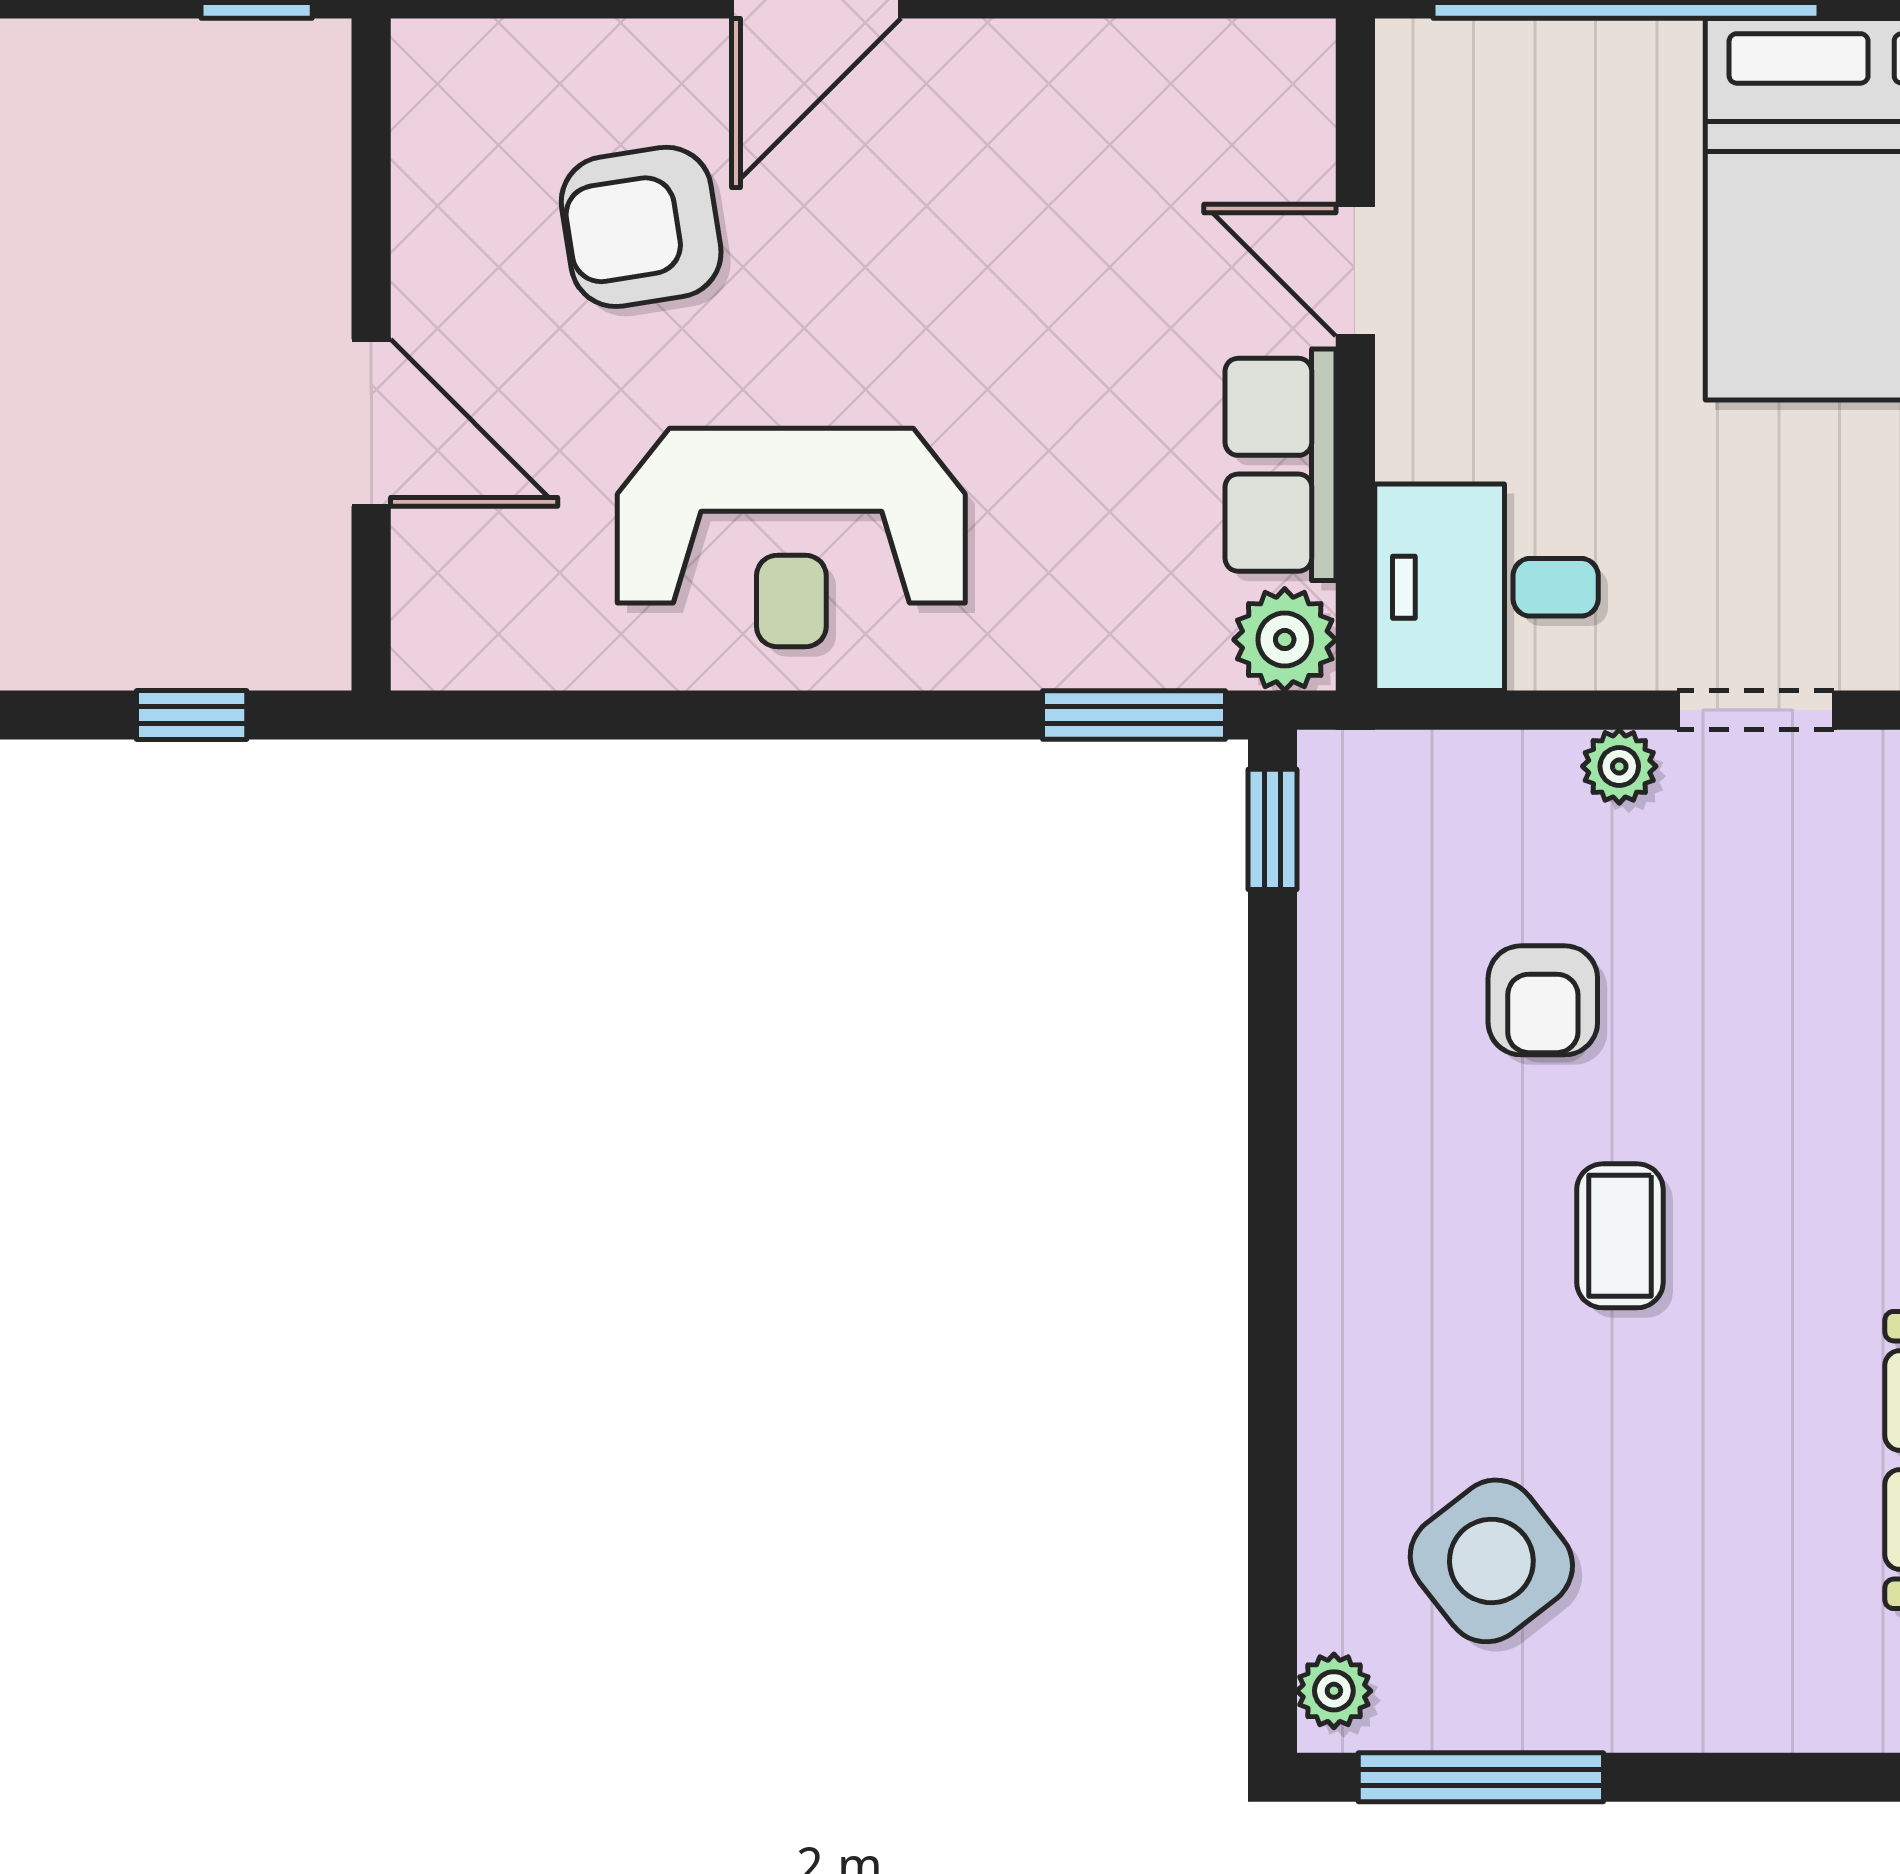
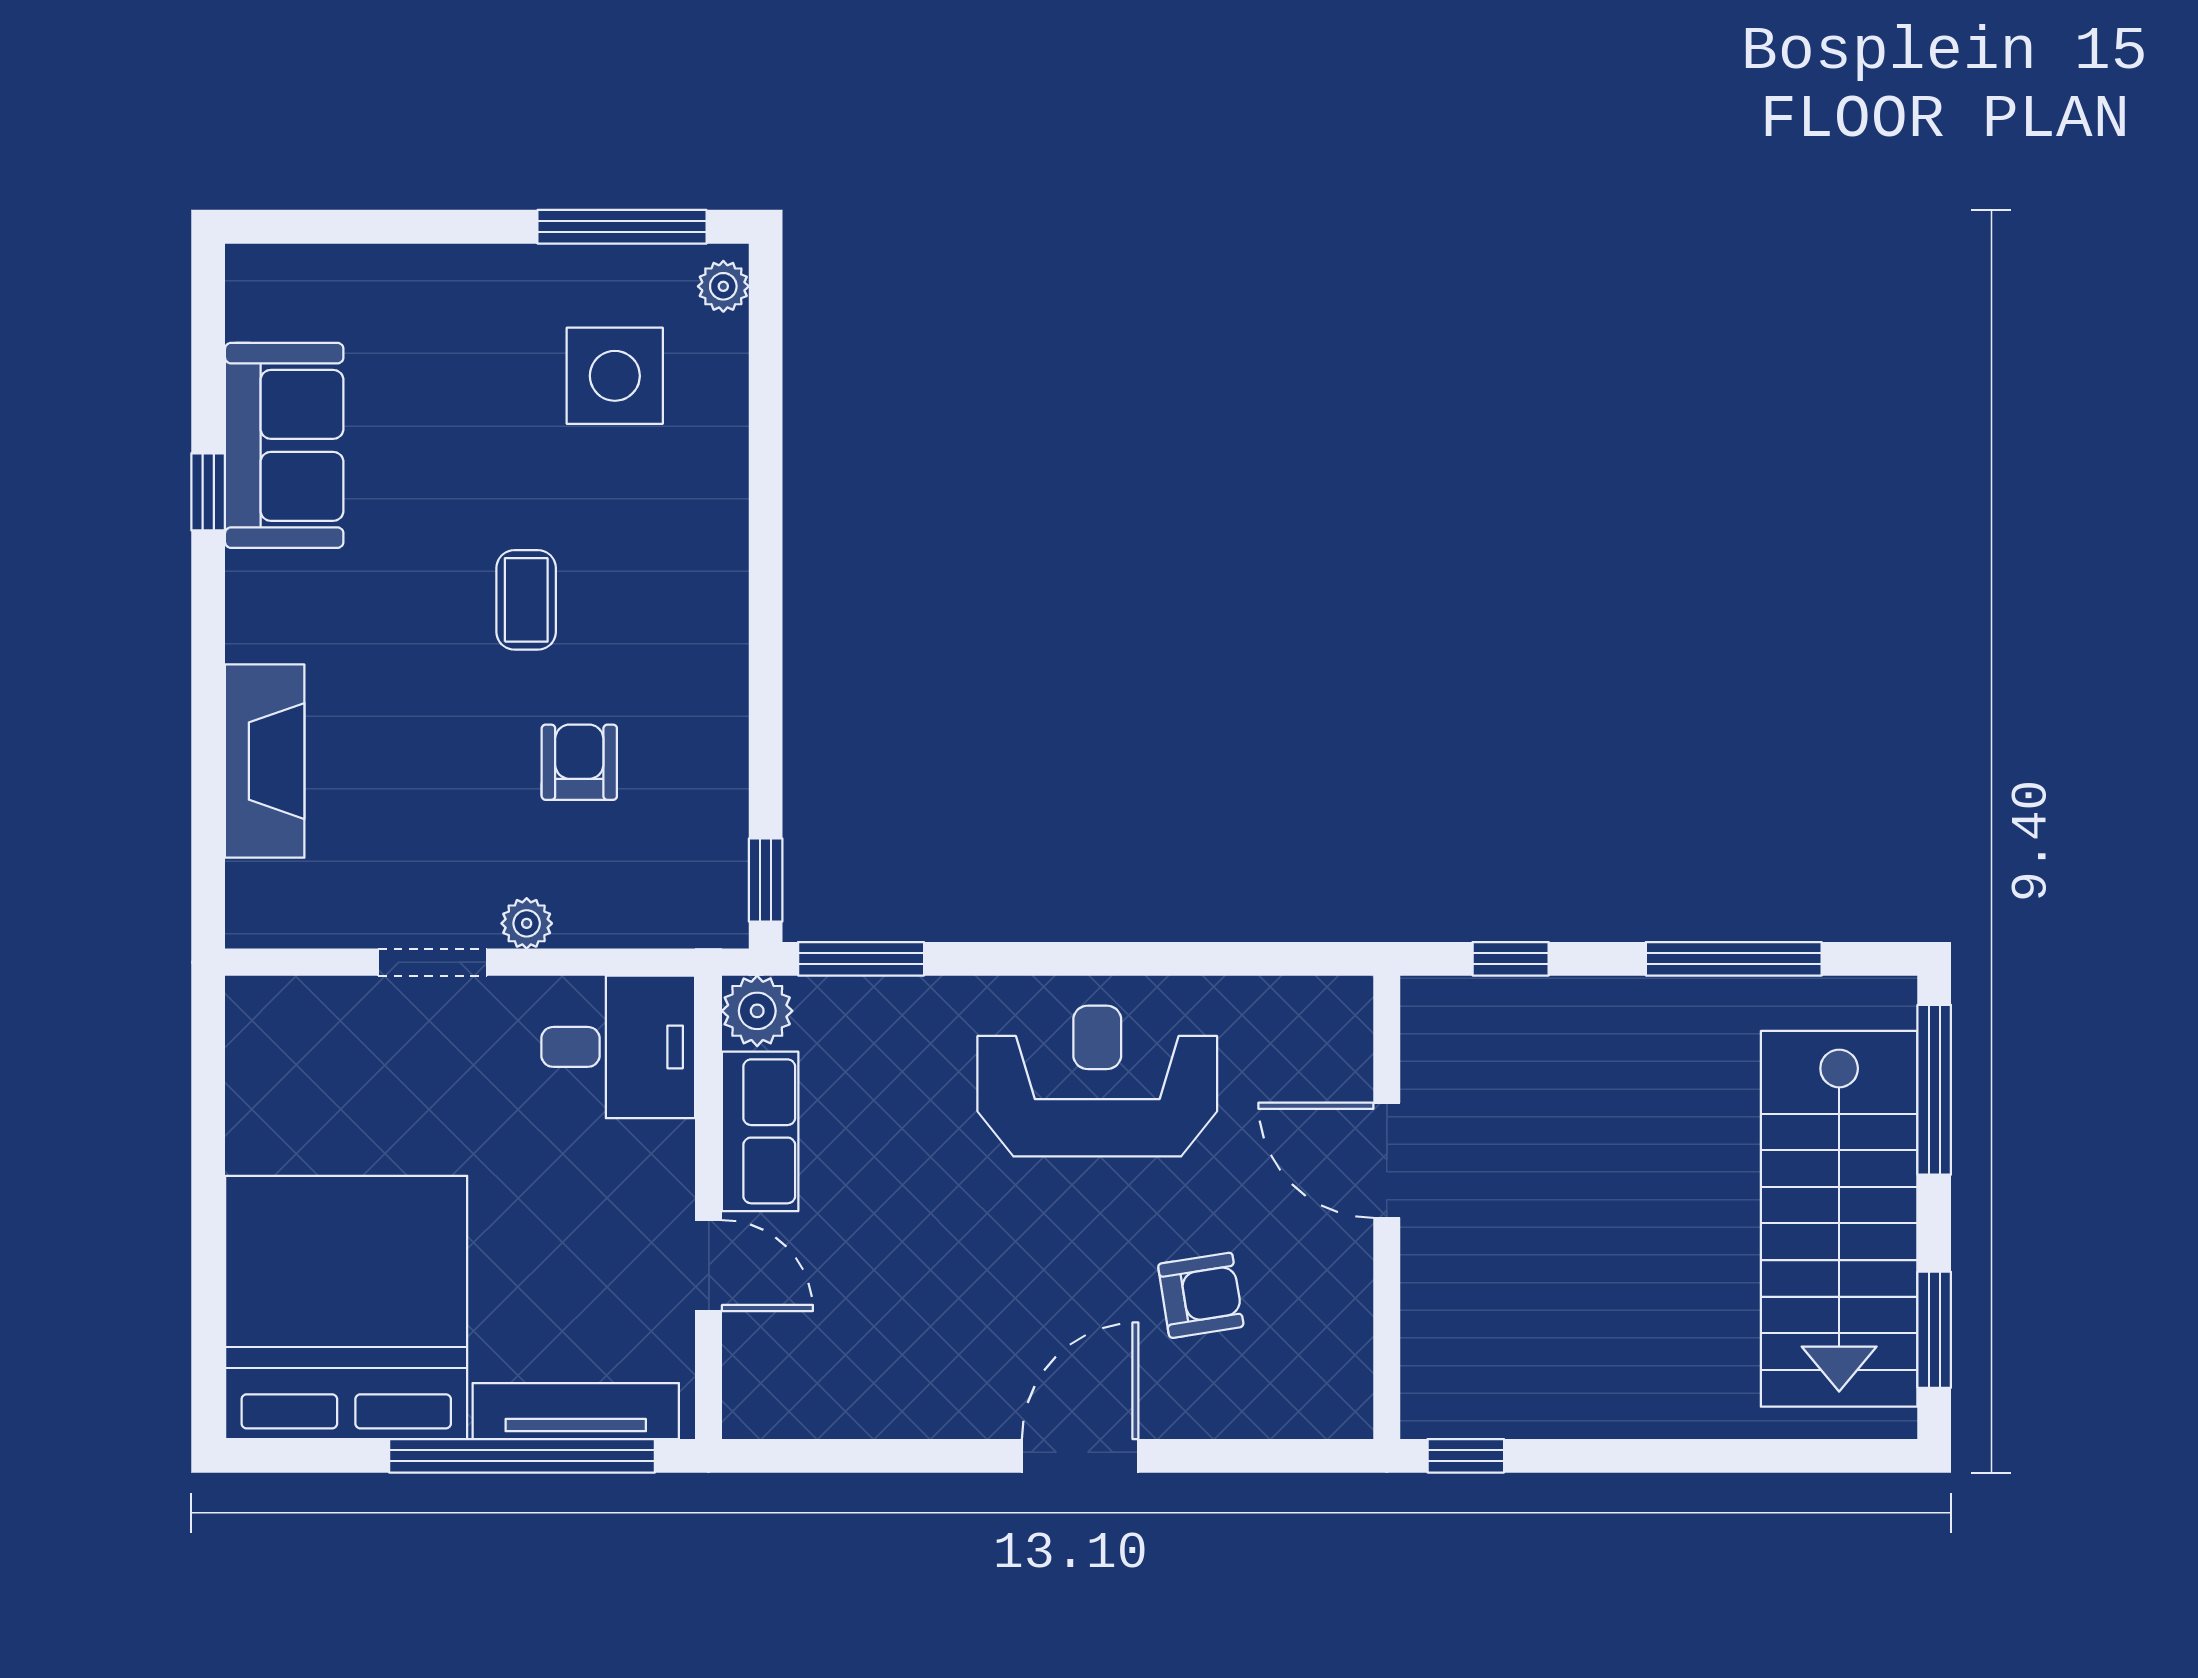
tv unit: (1548, 59) -> (576, 1411), added
armchair: (641, 227) -> (1201, 1295), width x0.72, depth x0.72
side table: (1491, 1561) -> (615, 376), turned 38

